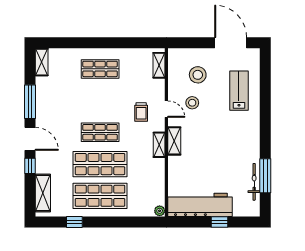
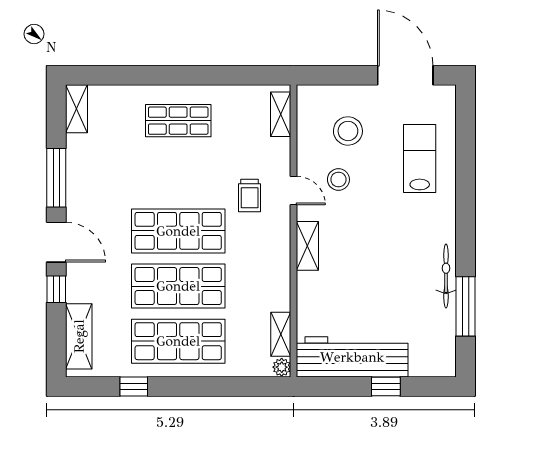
shop shelf: (100, 132) -> (178, 231), width x1.43, depth x1.36
shelving: (159, 145) -> (281, 334), moved
bicycle: (254, 182) -> (446, 276), moved

